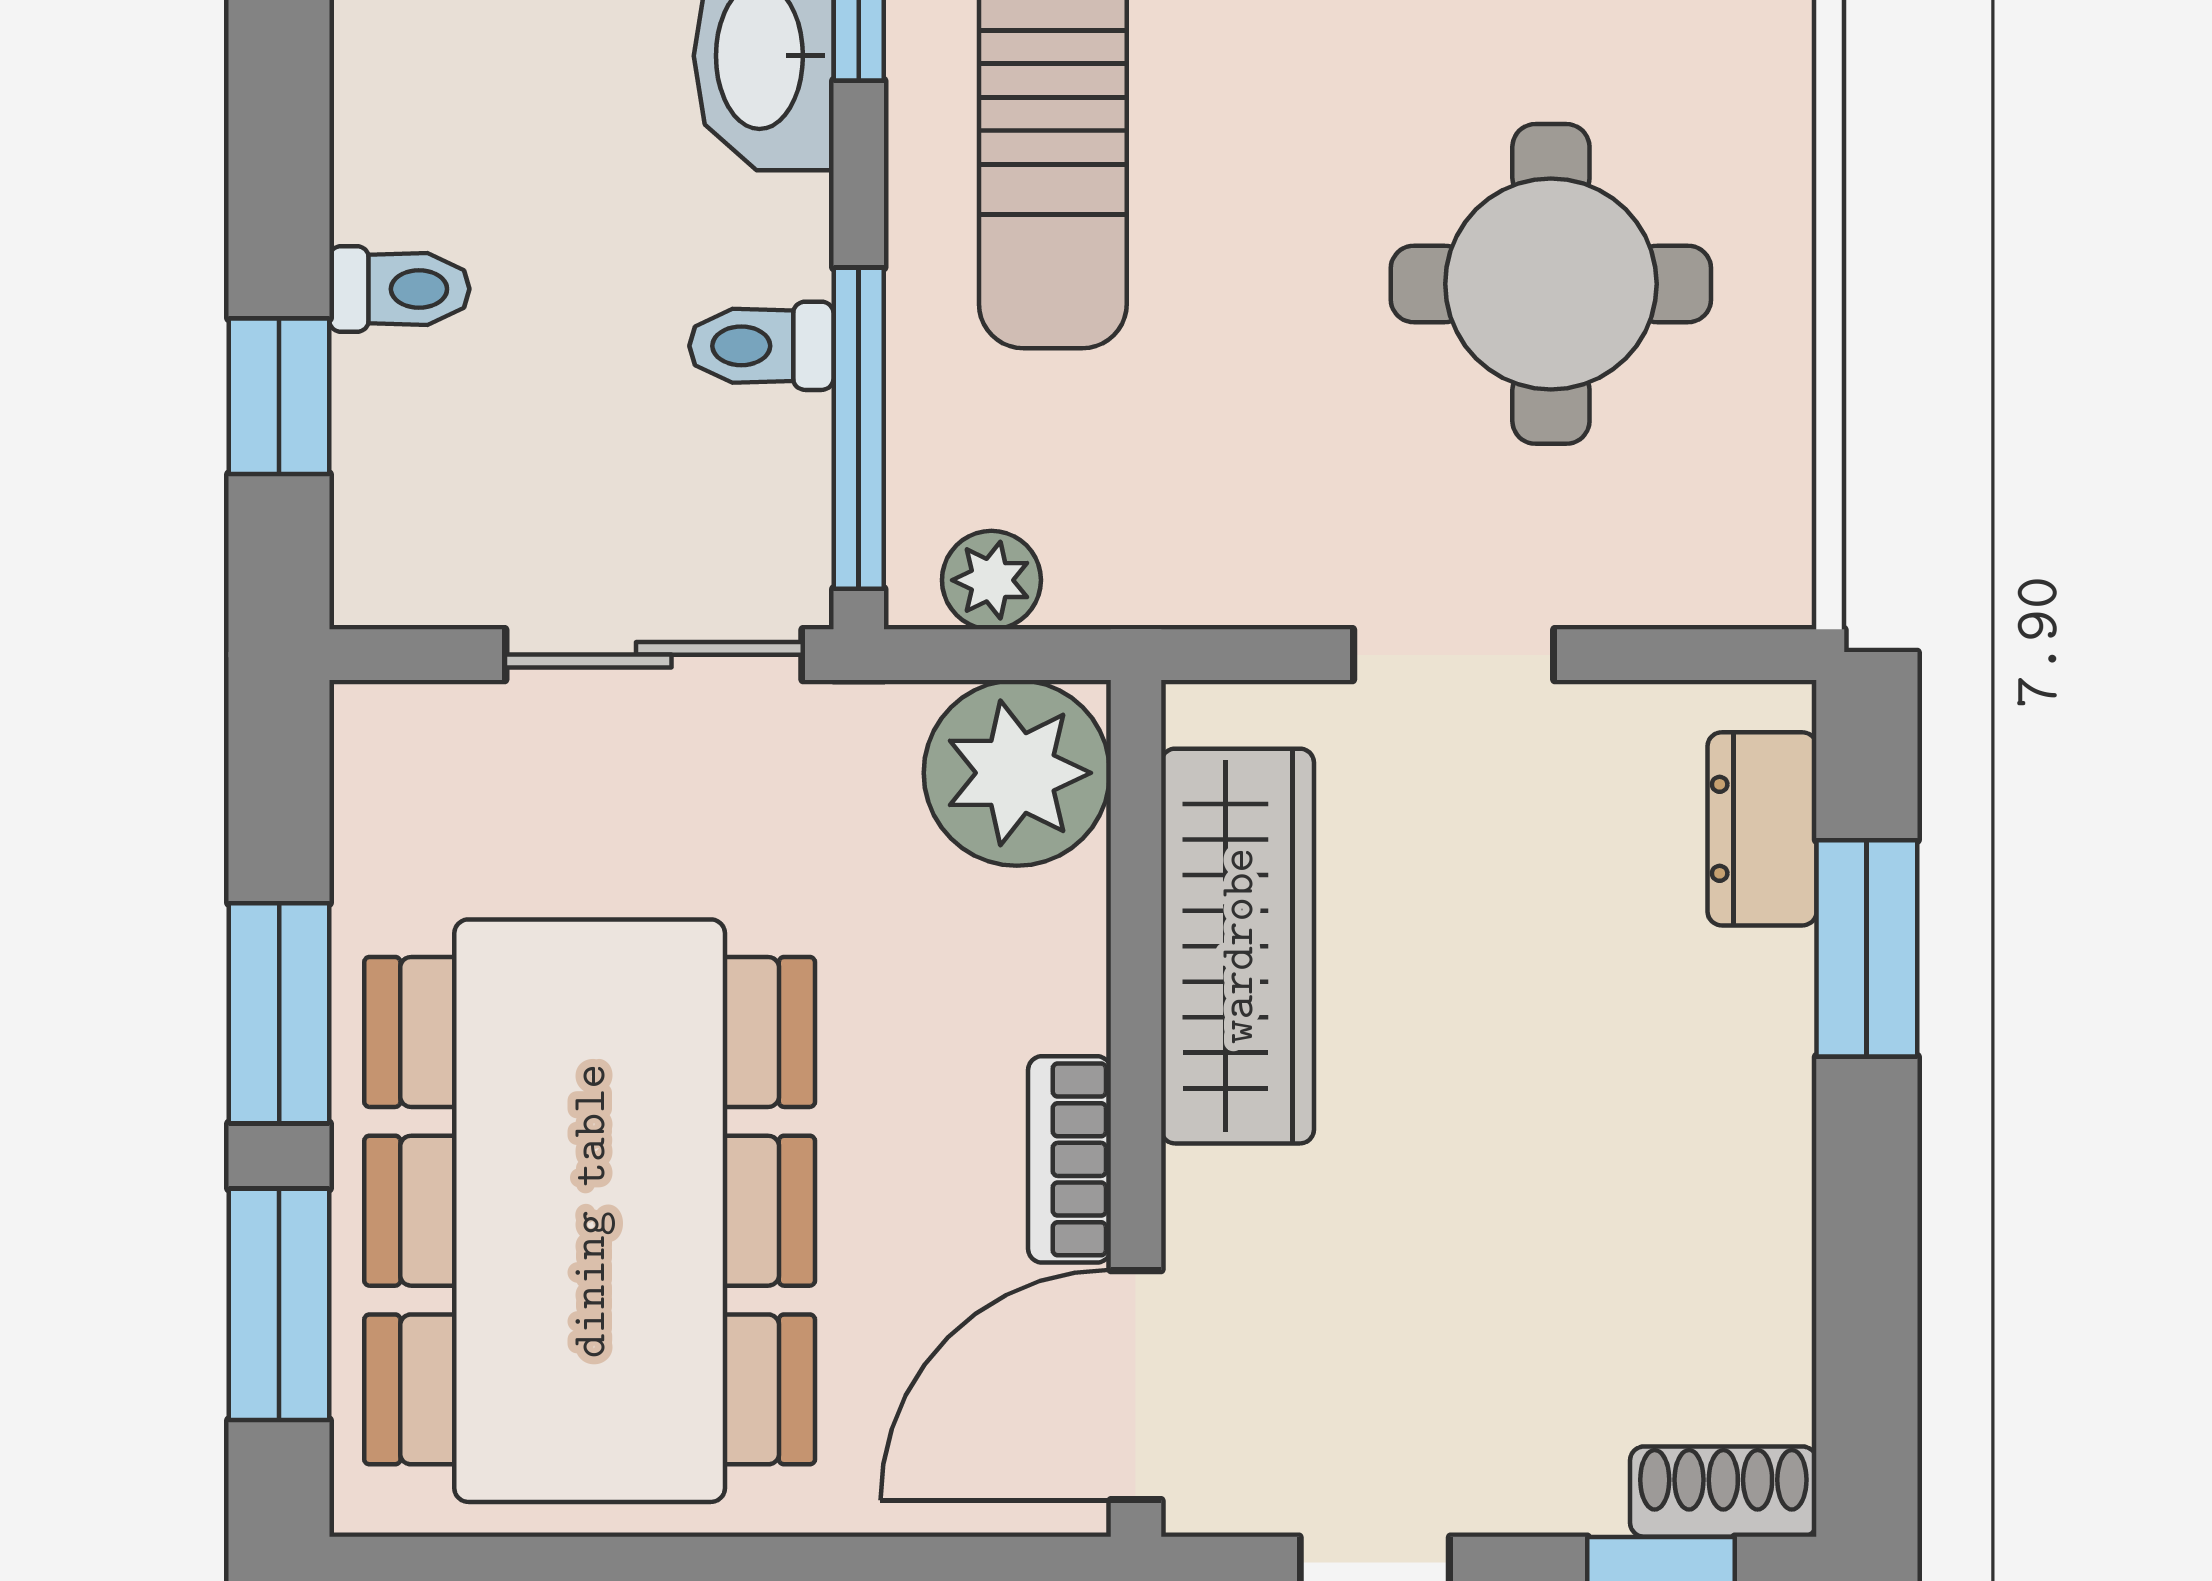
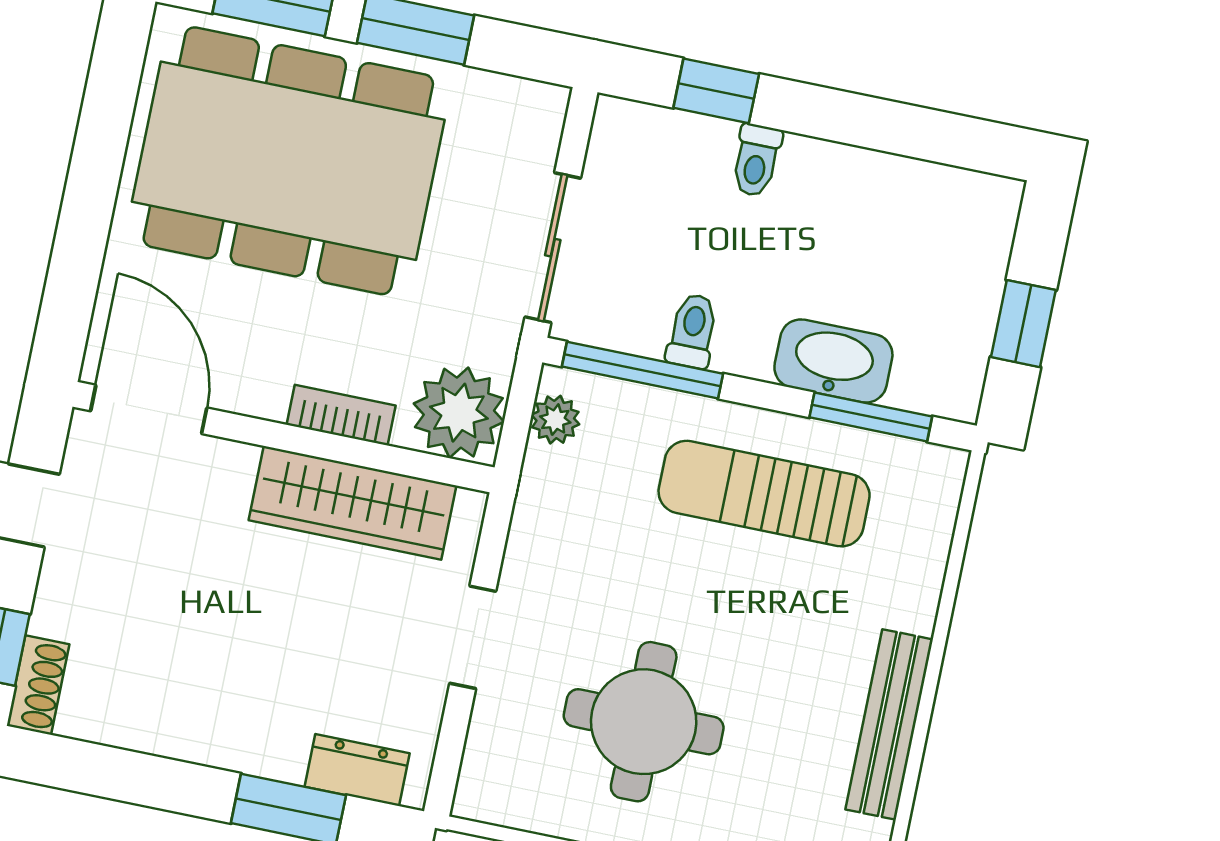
bookcase: (1069, 1159) -> (341, 415), moved

